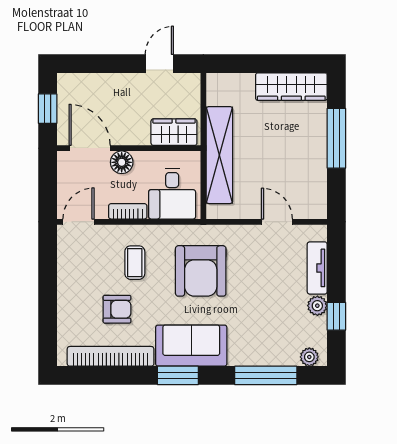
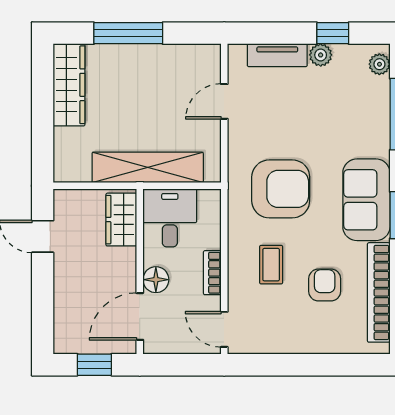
desk: (172, 194) -> (170, 218), moved, turned -90
coffee table: (135, 263) -> (271, 265), turned 90

